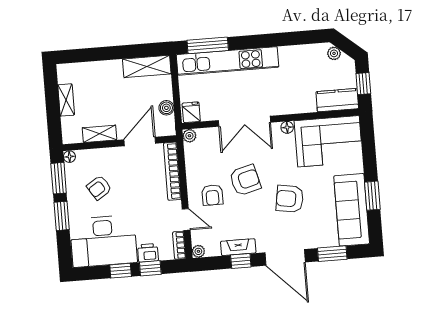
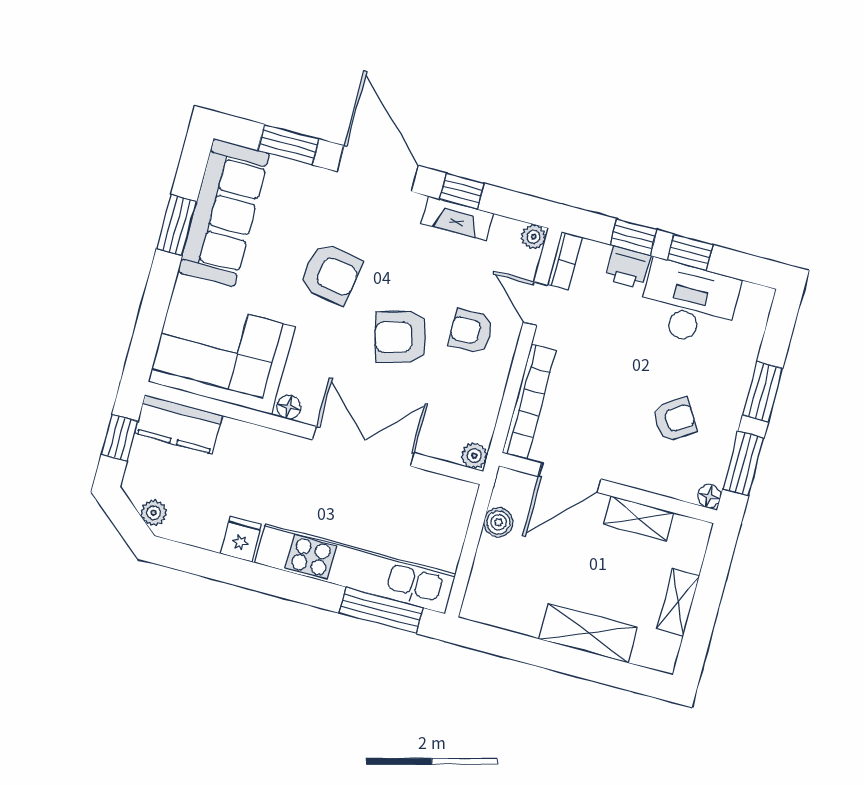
shelving: (147, 66) -> (588, 633), moved
fridge: (191, 112) -> (241, 539), moved, turned 180
armchair: (212, 195) -> (471, 331), turned -90
desk: (103, 241) -> (689, 303), width x0.73, depth x0.77

